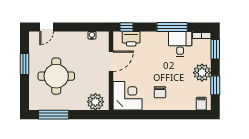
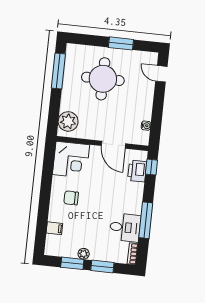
window: (215, 49) -> (102, 267), moved
plant: (202, 73) -> (84, 254), width x0.53, depth x0.53
filing cabinet: (201, 104) -> (54, 228), moved

